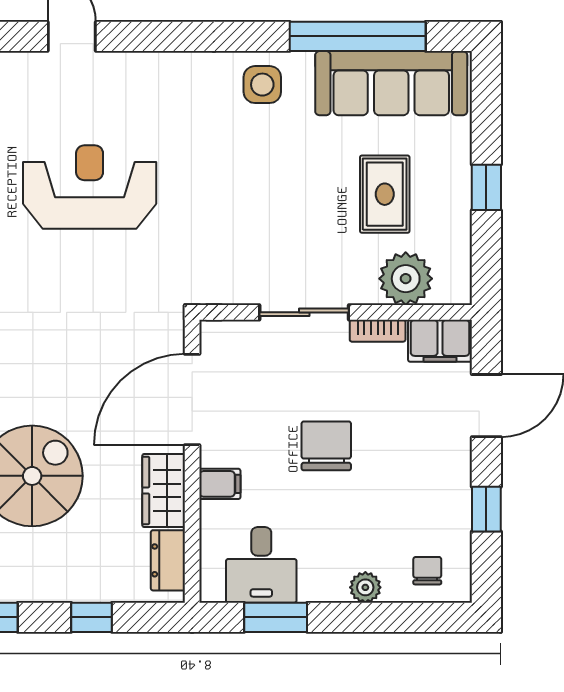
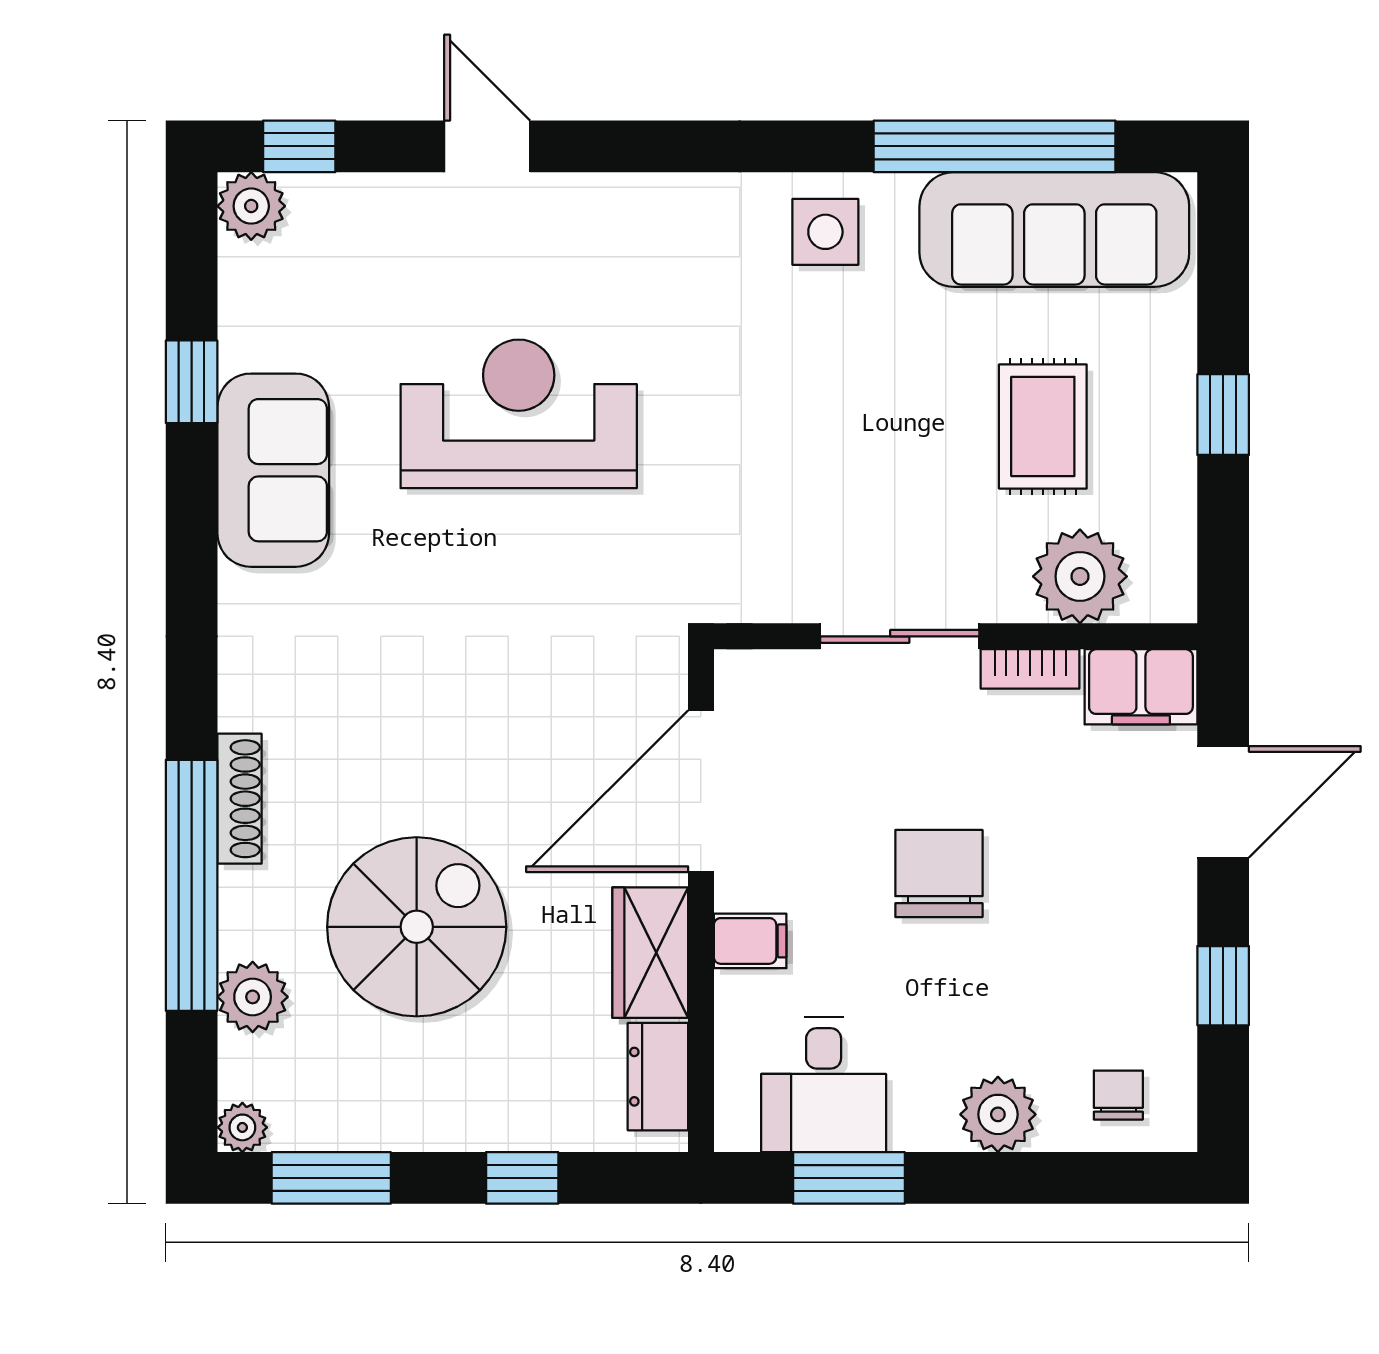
plant: (365, 587) -> (998, 1114), width x1.38, depth x1.38

